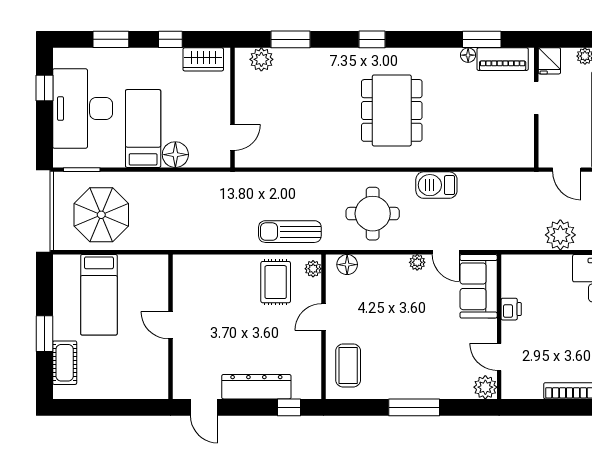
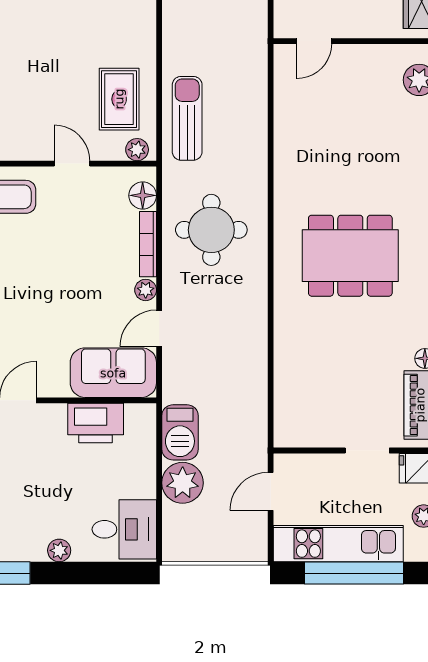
door: (233, 137) -> (314, 41), hinge flipped
barbecue: (436, 185) -> (180, 432), moved, turned 180
bookcase: (383, 261) -> (148, 244), added
rug: (276, 282) -> (119, 99), turned 90
printer: (511, 309) -> (96, 423), width x1.87, depth x1.48

